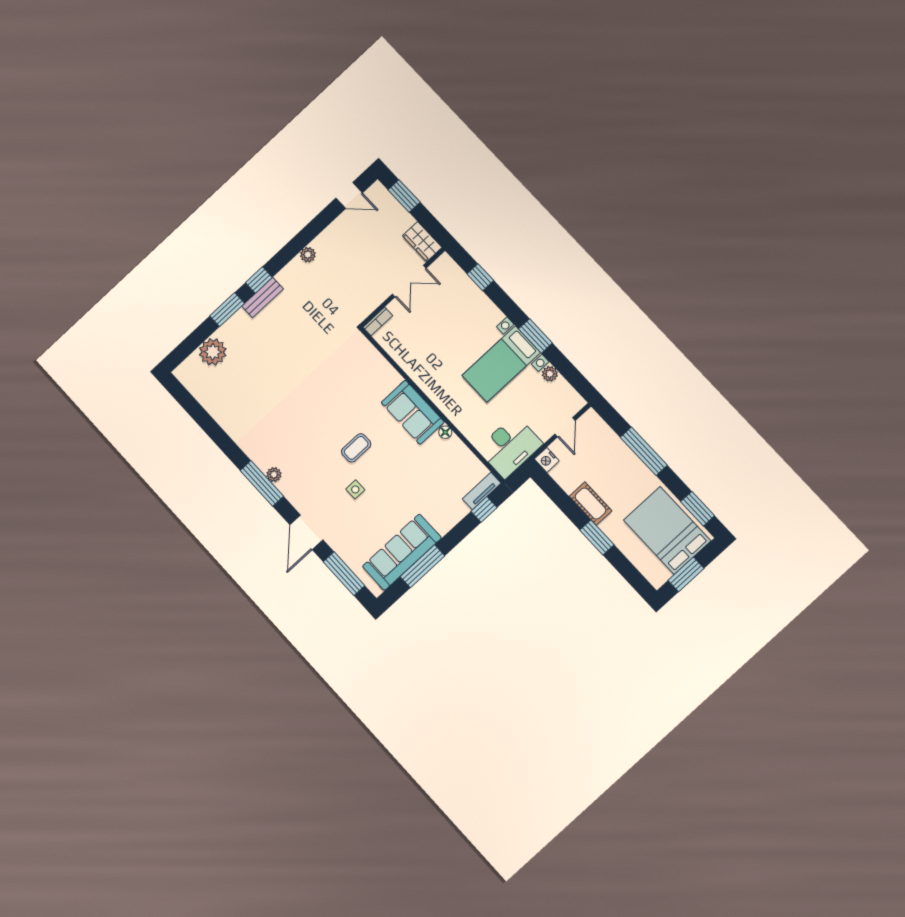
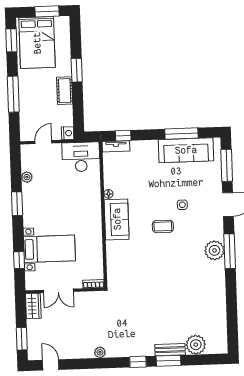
double door: (409, 281) -> (58, 291), swing flipped
bench: (263, 298) -> (170, 350), moved
bed with nightstands: (501, 364) -> (49, 249), moved
plant: (274, 475) -> (215, 250), width x1.87, depth x1.87

